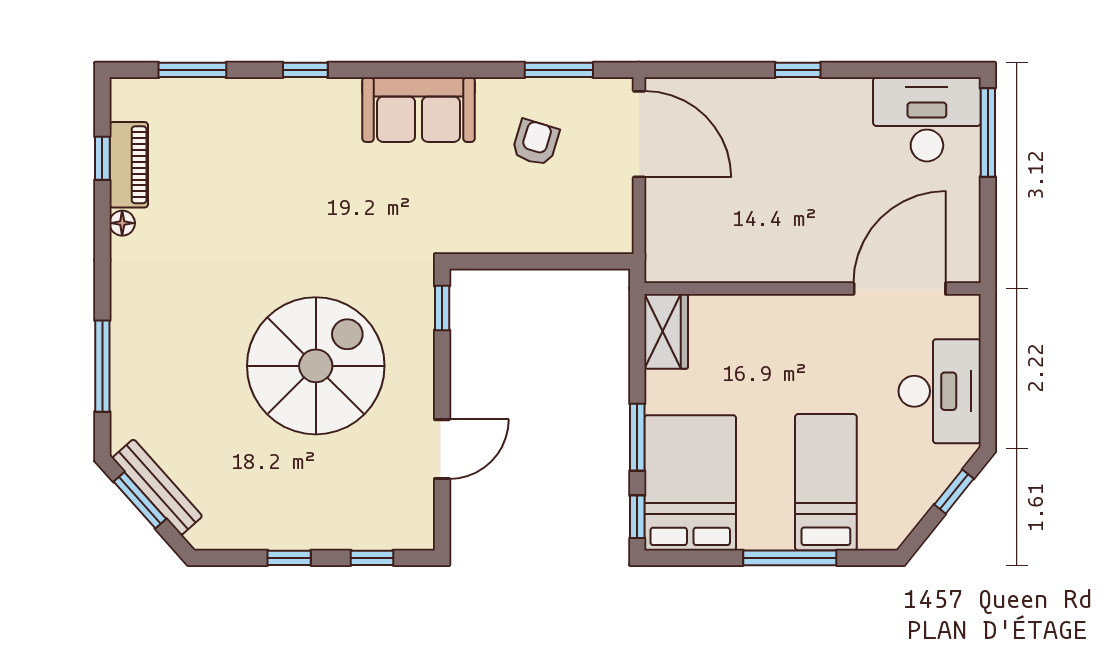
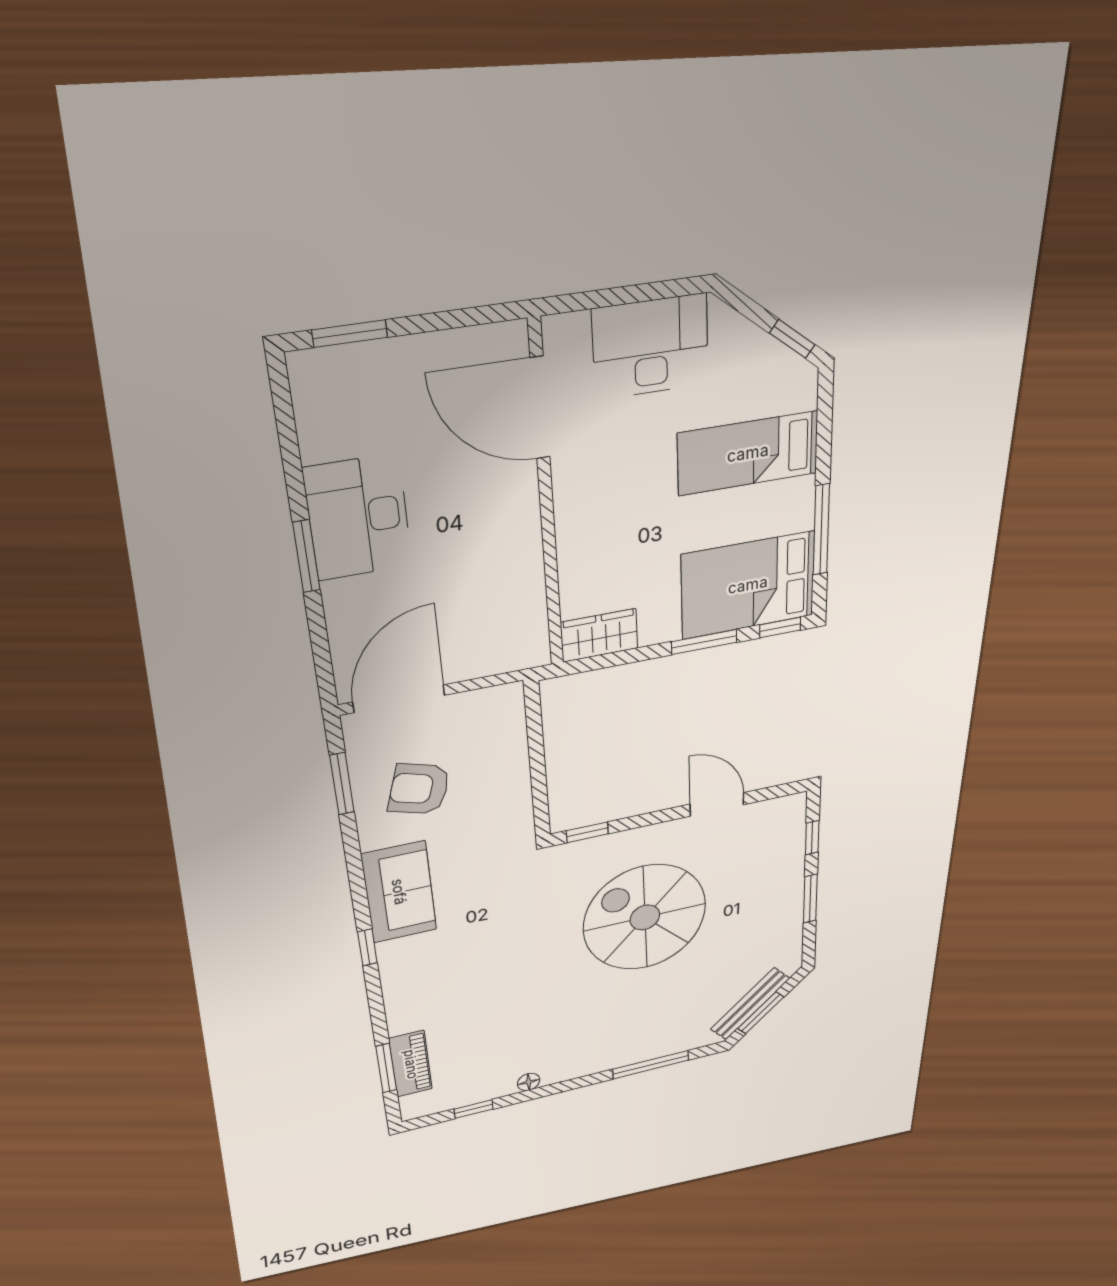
window: (305, 70) -> (367, 947), moved
window: (798, 70) -> (306, 556), width x1.50
desk: (927, 119) -> (358, 517), moved
window: (988, 132) -> (350, 334), width x0.69
armchair: (535, 143) -> (419, 789), width x1.38, depth x1.38
piano: (129, 165) -> (411, 1064), moved, turned 90
window: (954, 492) -> (792, 339), moved
window: (289, 558) -> (810, 899), width x1.50
window: (790, 558) -> (821, 530), moved

